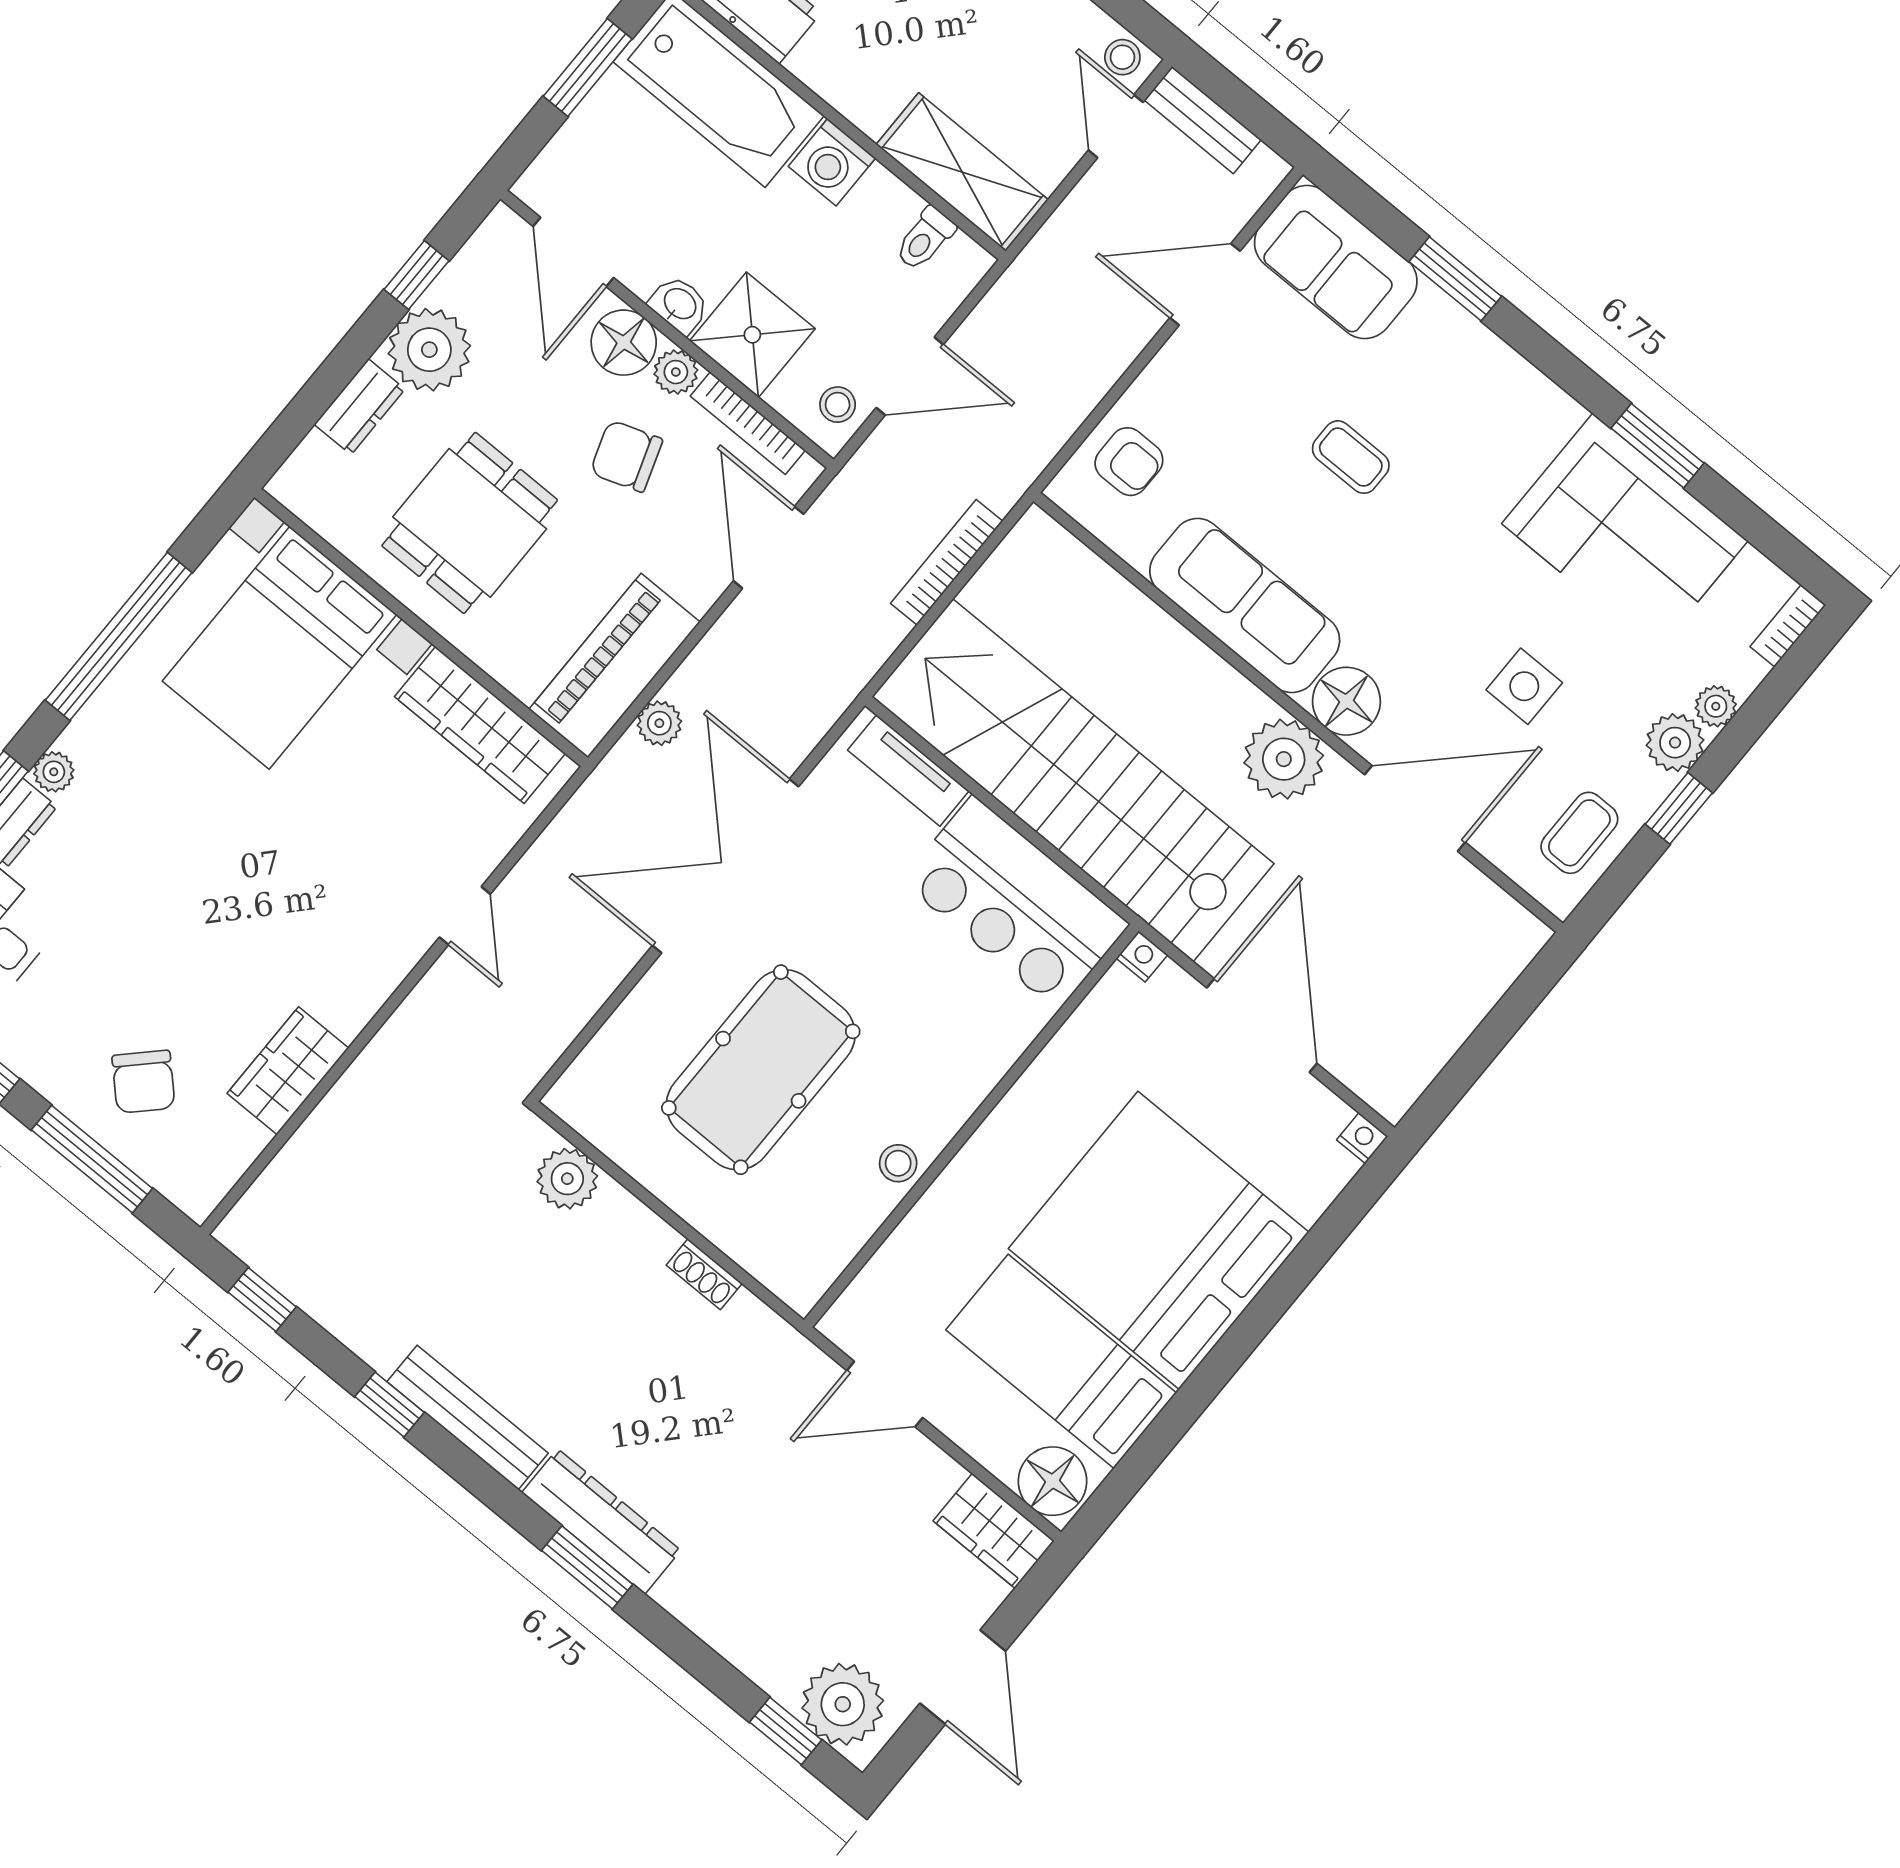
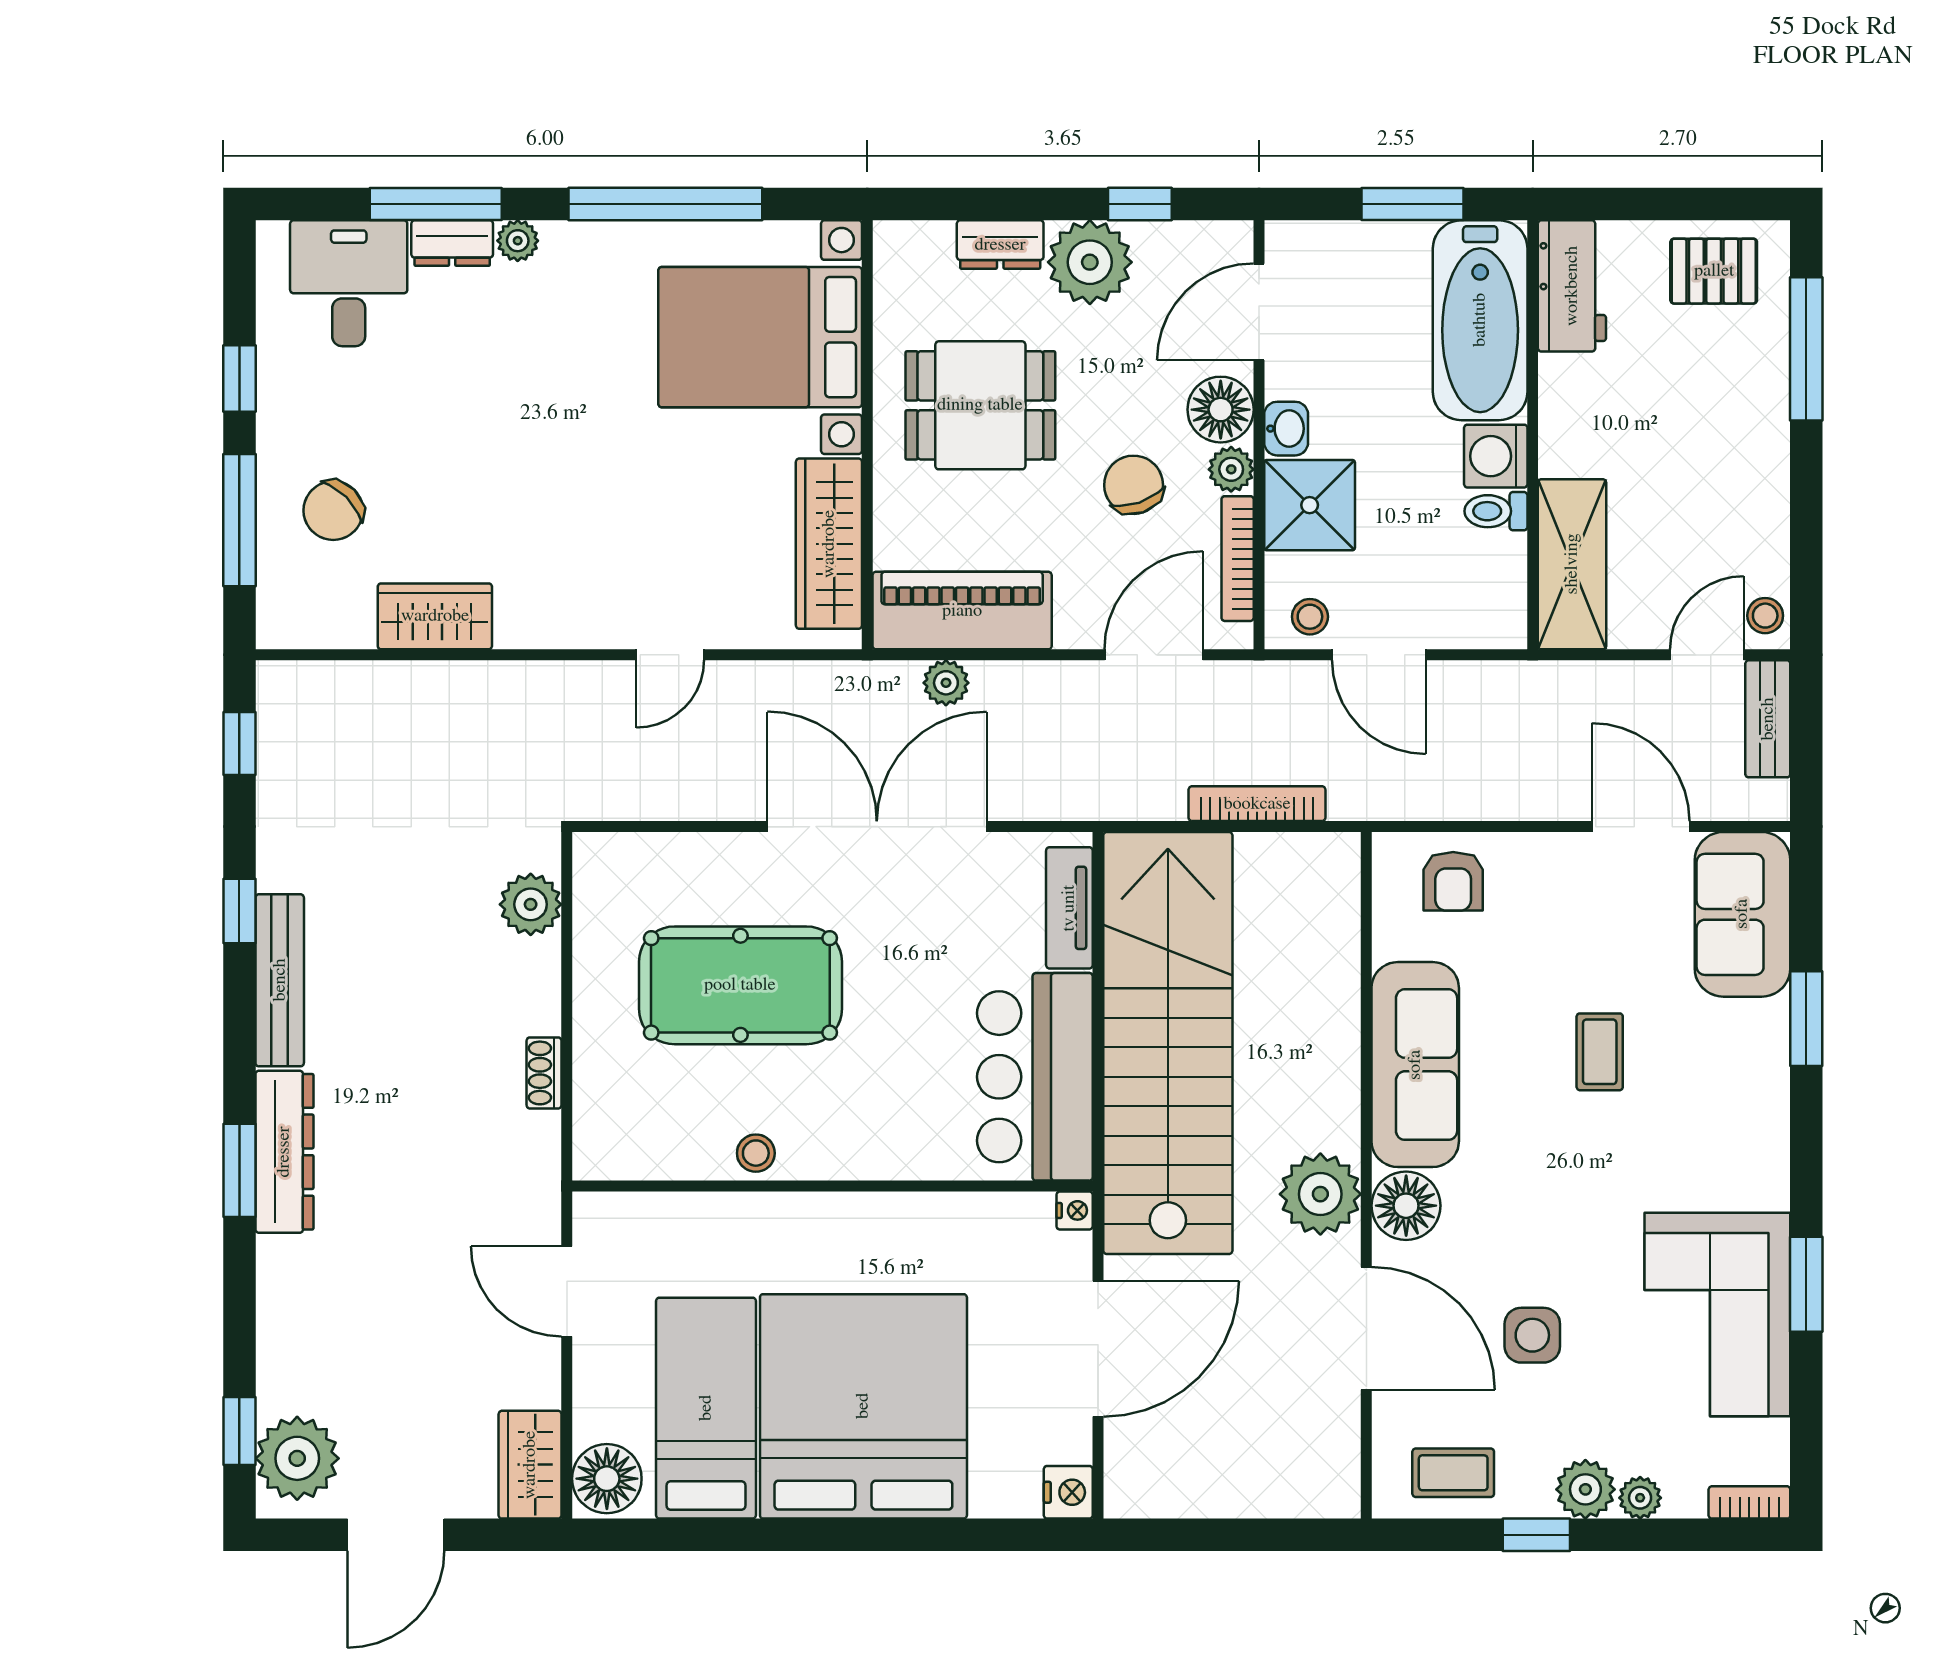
toilet: (925, 239) -> (1496, 511), moved
nightstand: (1362, 1138) -> (1068, 1492), width x1.39, depth x1.35

